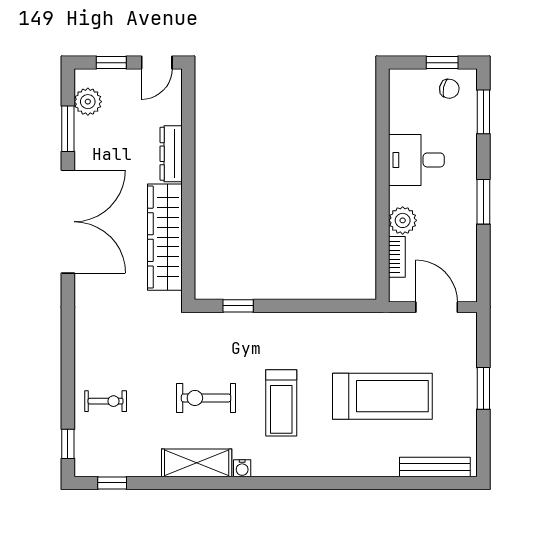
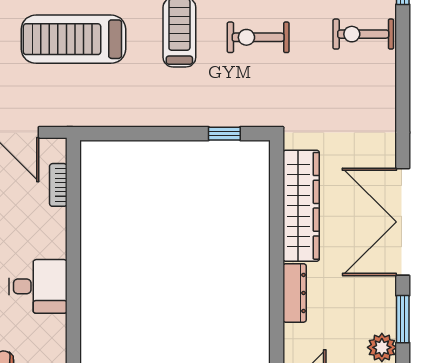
plant: (403, 220) -> (52, 223), removed
exercise bike: (206, 398) -> (258, 37), turned 180
exercise bike: (106, 401) -> (363, 34), width x1.38, depth x1.39

